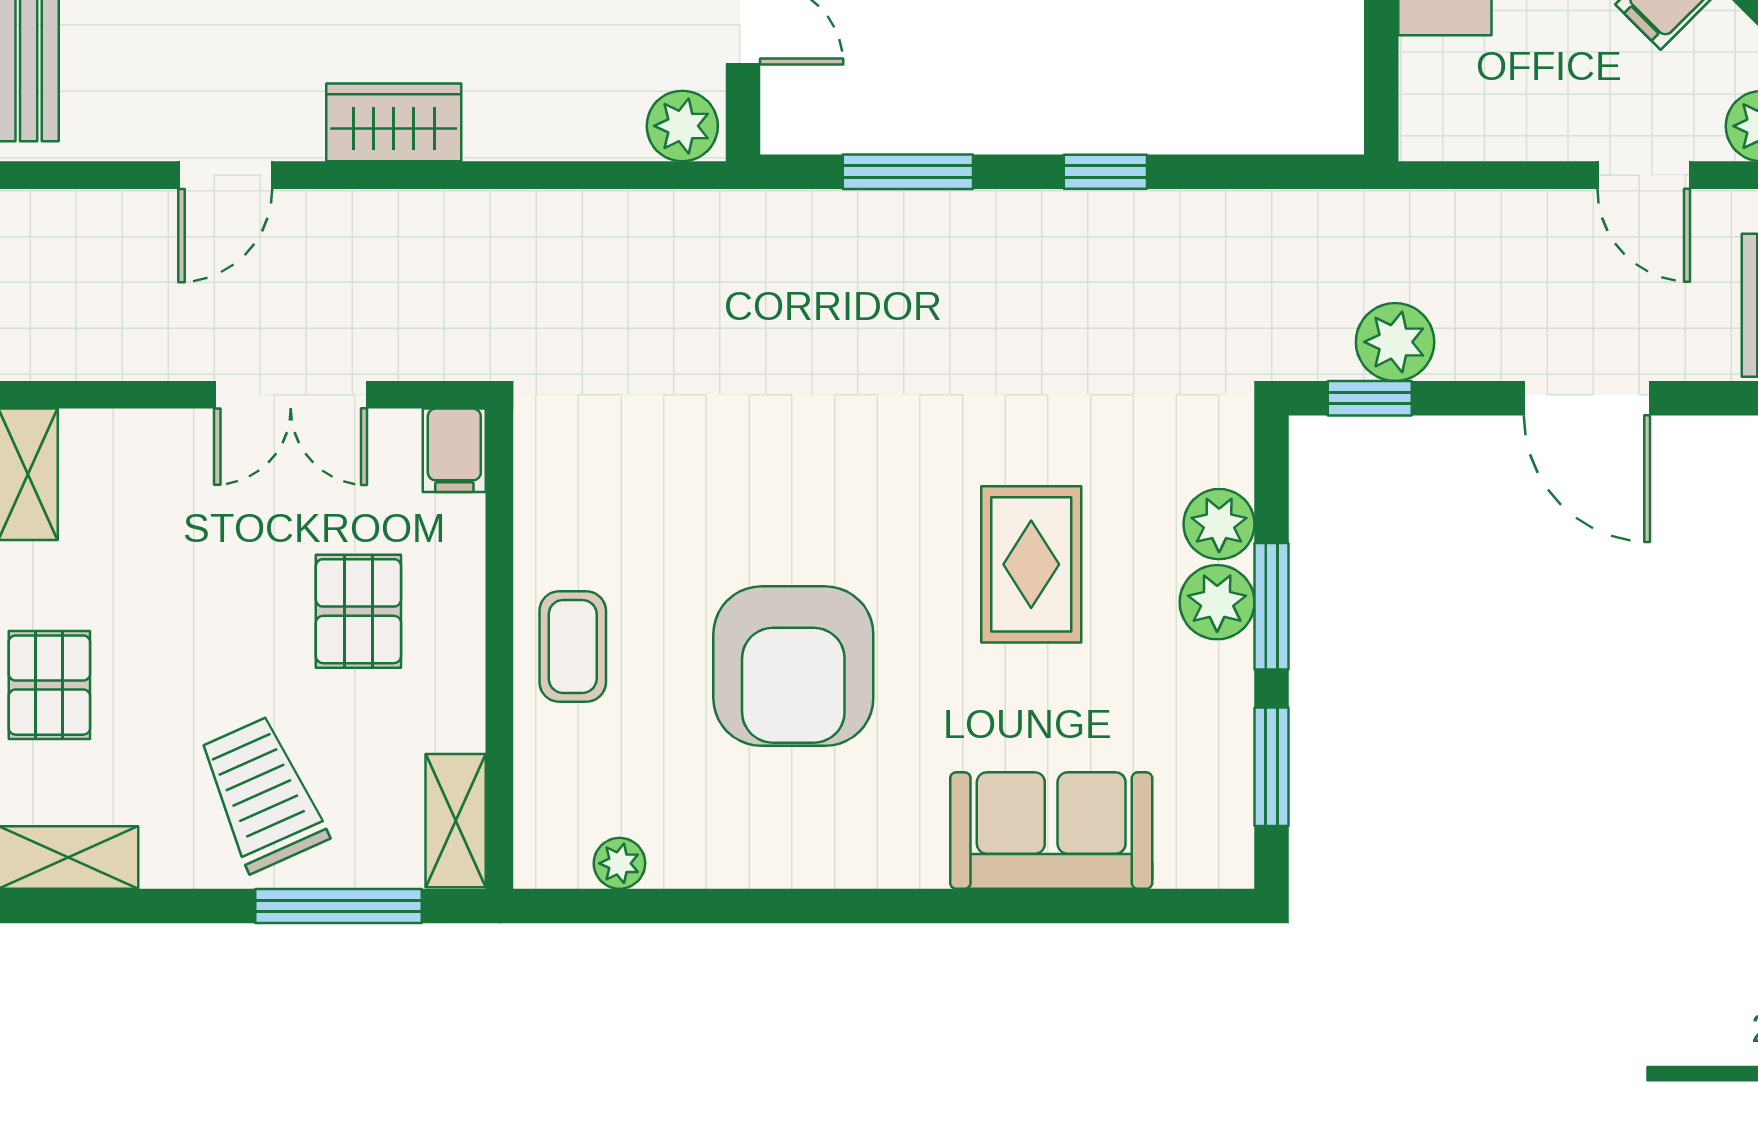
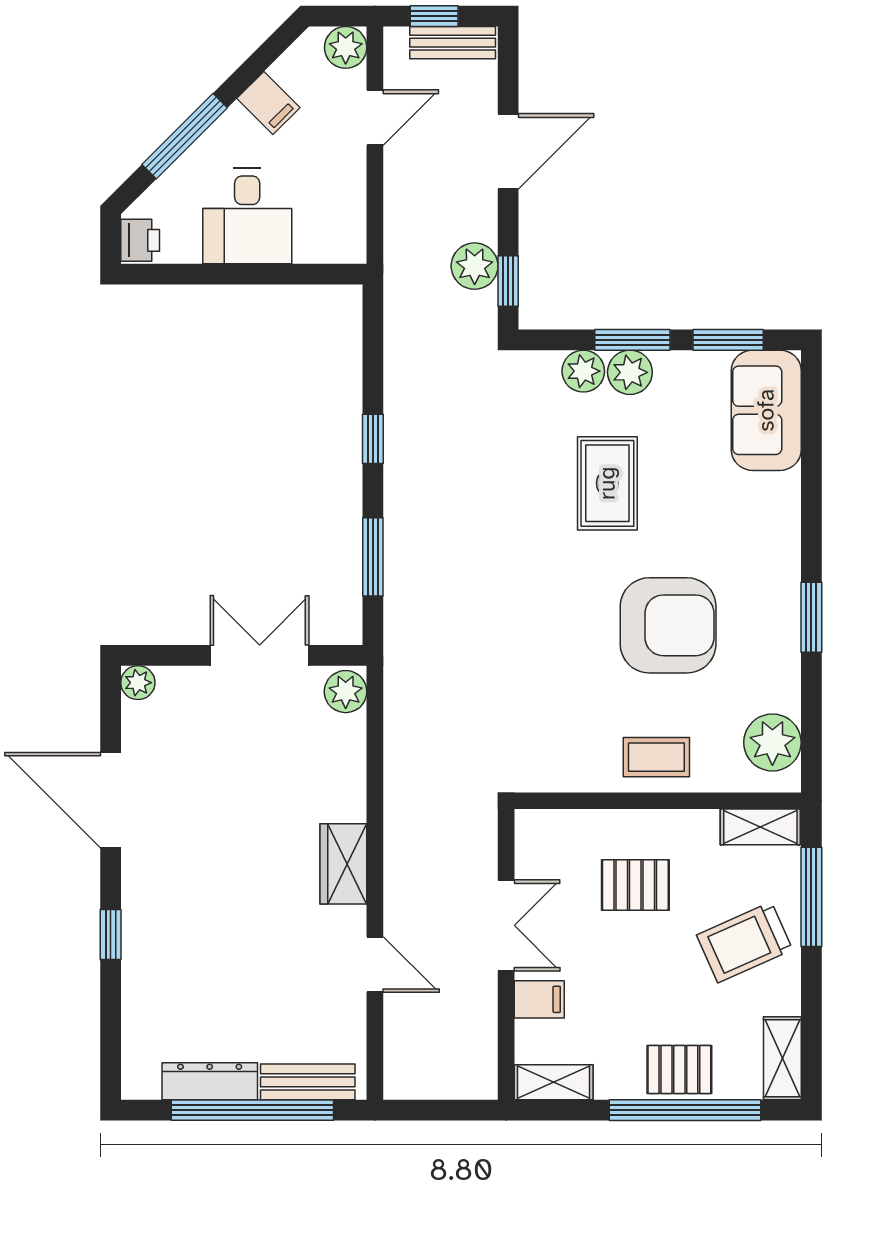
filing cabinet: (454, 450) -> (539, 999), moved
rug: (1031, 564) -> (607, 483), turned 90
sofa: (1051, 831) -> (766, 410), moved
plant: (619, 863) -> (772, 742), width x1.88, depth x1.88
window: (807, 906) -> (811, 617), added

